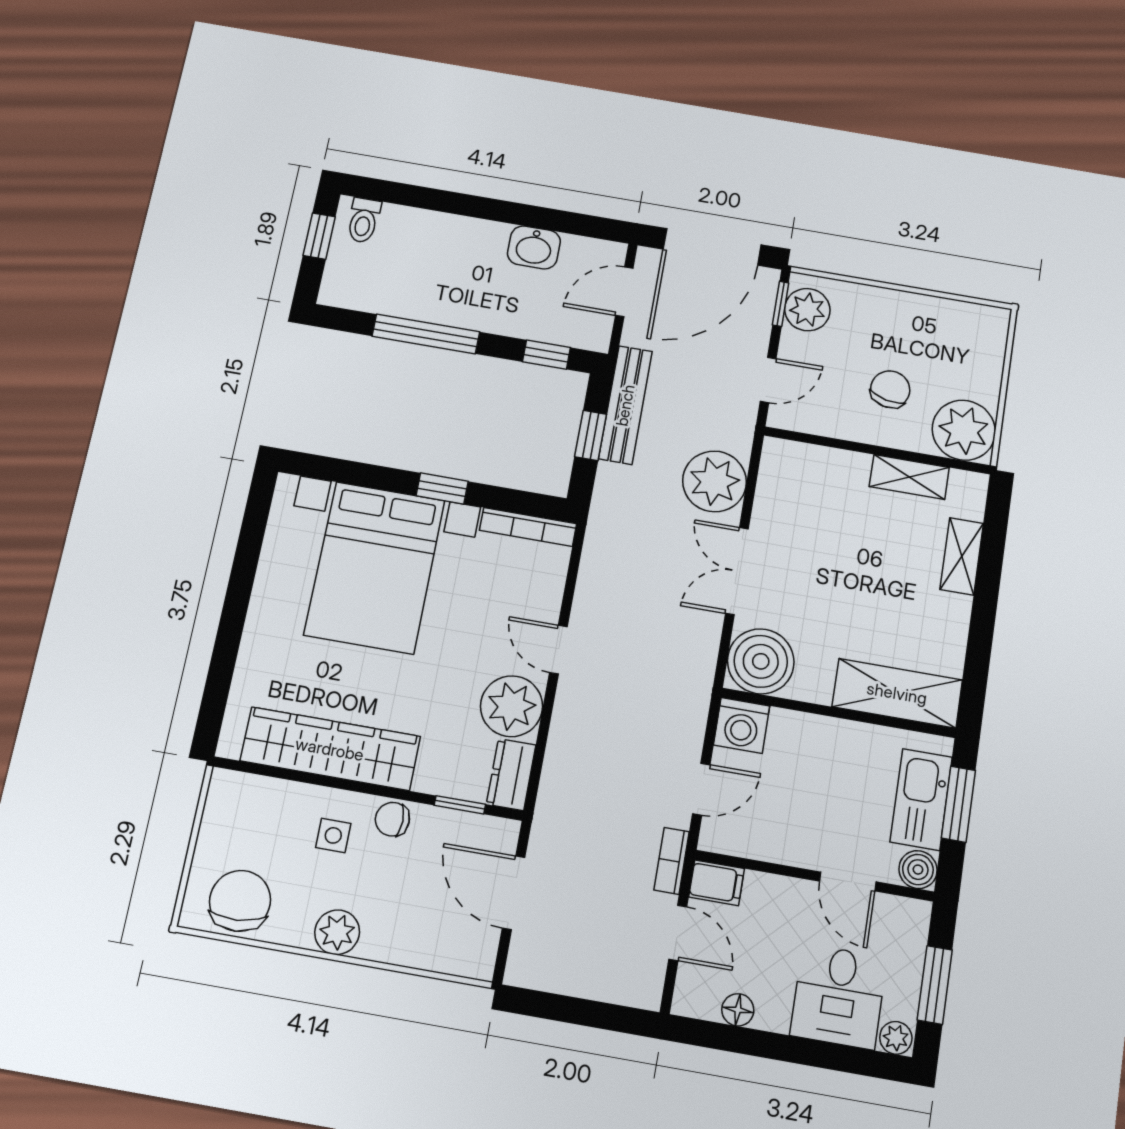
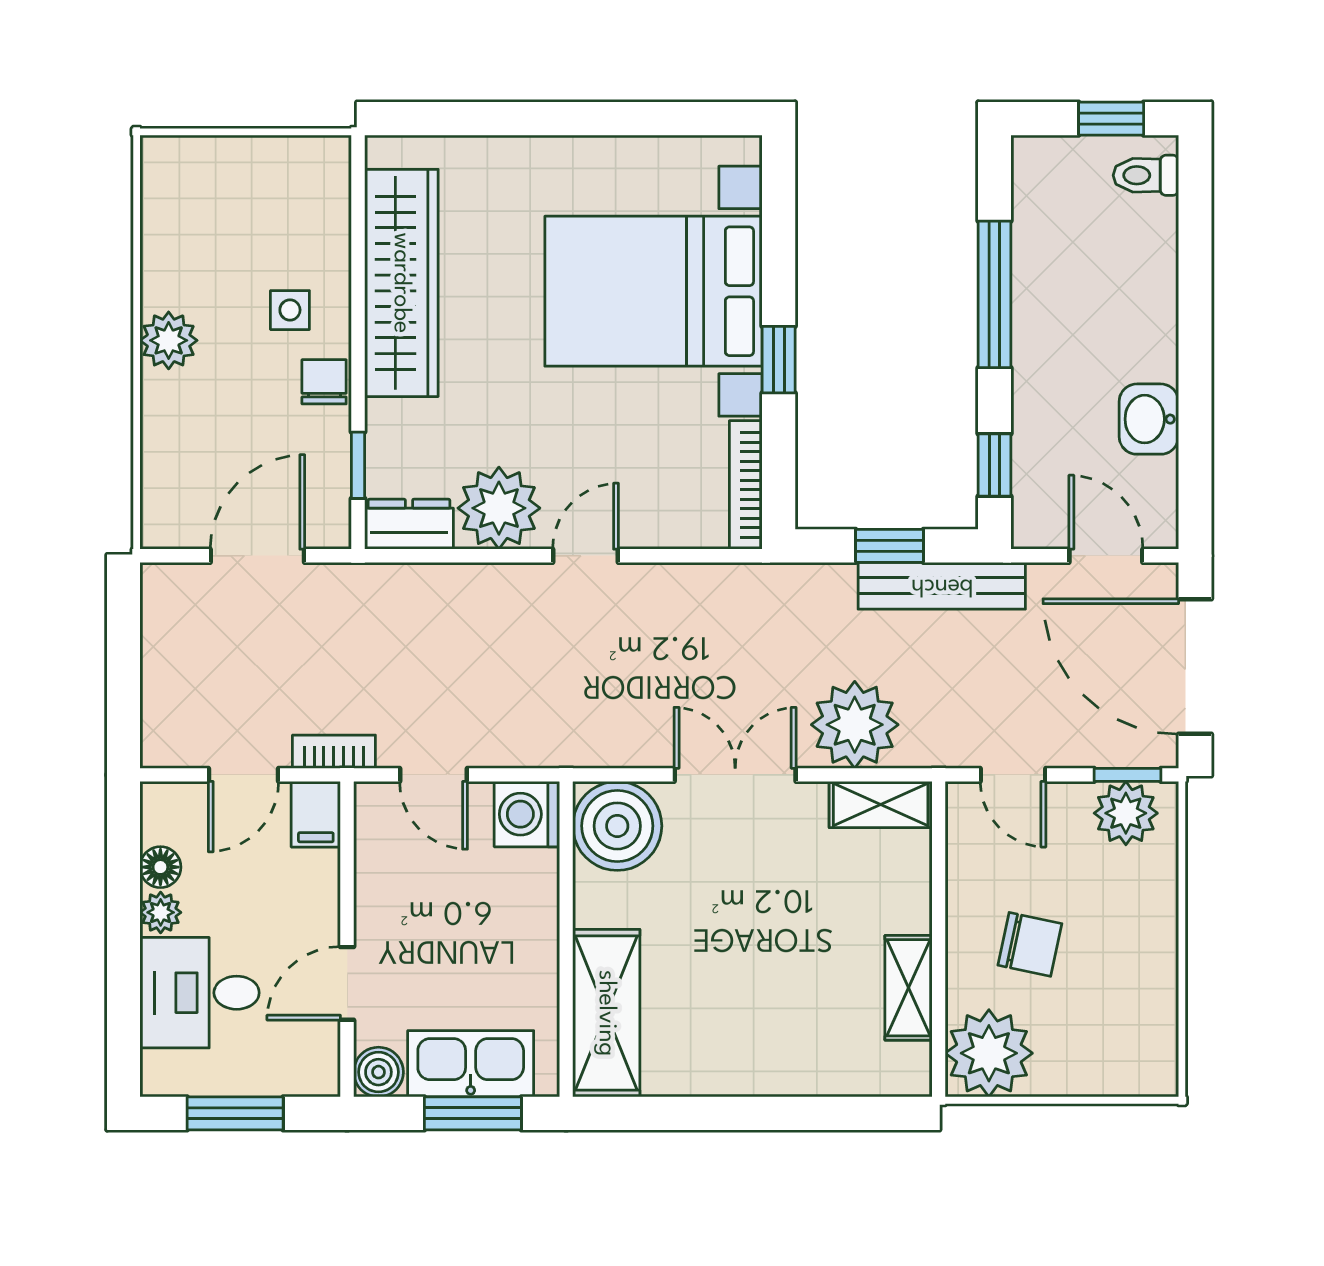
shelving: (962, 556) -> (881, 805), moved
chair: (240, 901) -> (186, 209), removed
plant: (896, 1038) -> (161, 912), moved

